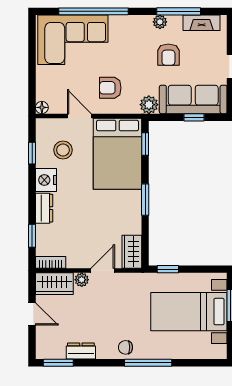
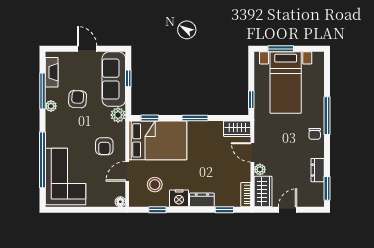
armchair: (168, 55) -> (78, 99), turned -86

